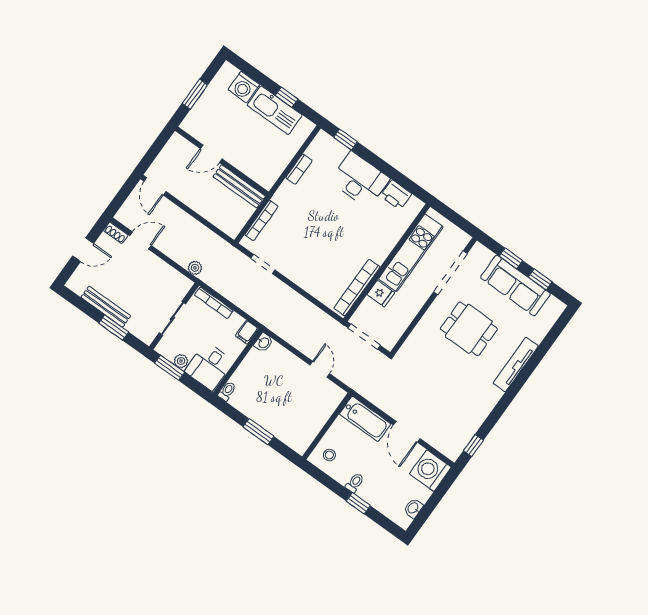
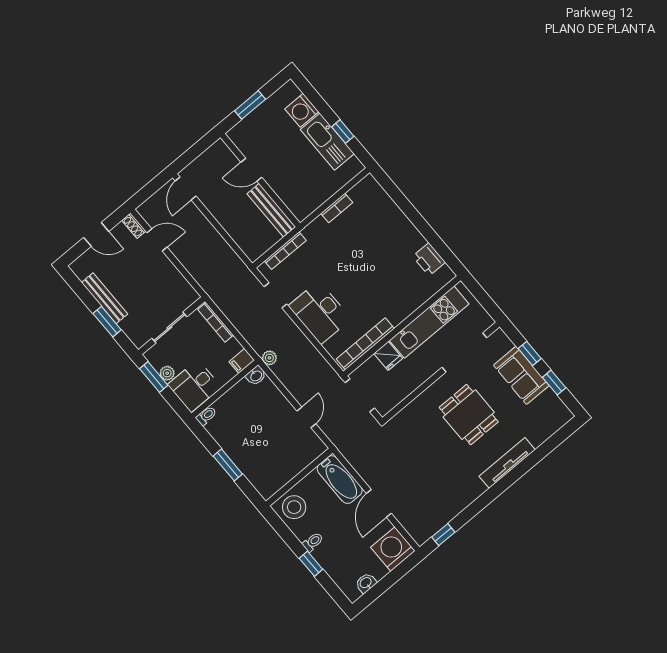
window: (345, 139) -> (392, 190), removed
desk: (360, 180) -> (320, 312), moved, turned 180
plant: (195, 268) -> (269, 358), moved
sofa: (515, 286) -> (521, 375), width x0.73
stool: (329, 455) -> (294, 507), width x1.89, depth x1.89

